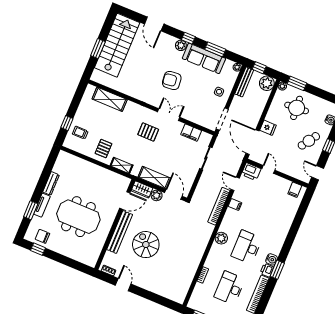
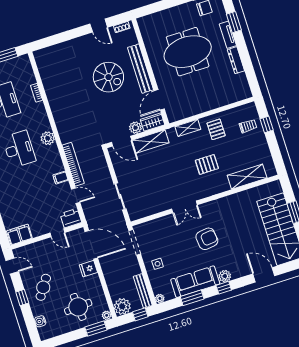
pallet: (148, 132) -> (207, 164), moved
filing cabinet: (191, 133) -> (152, 208), removed
filing cabinet: (295, 190) -> (19, 235), width x2.00

